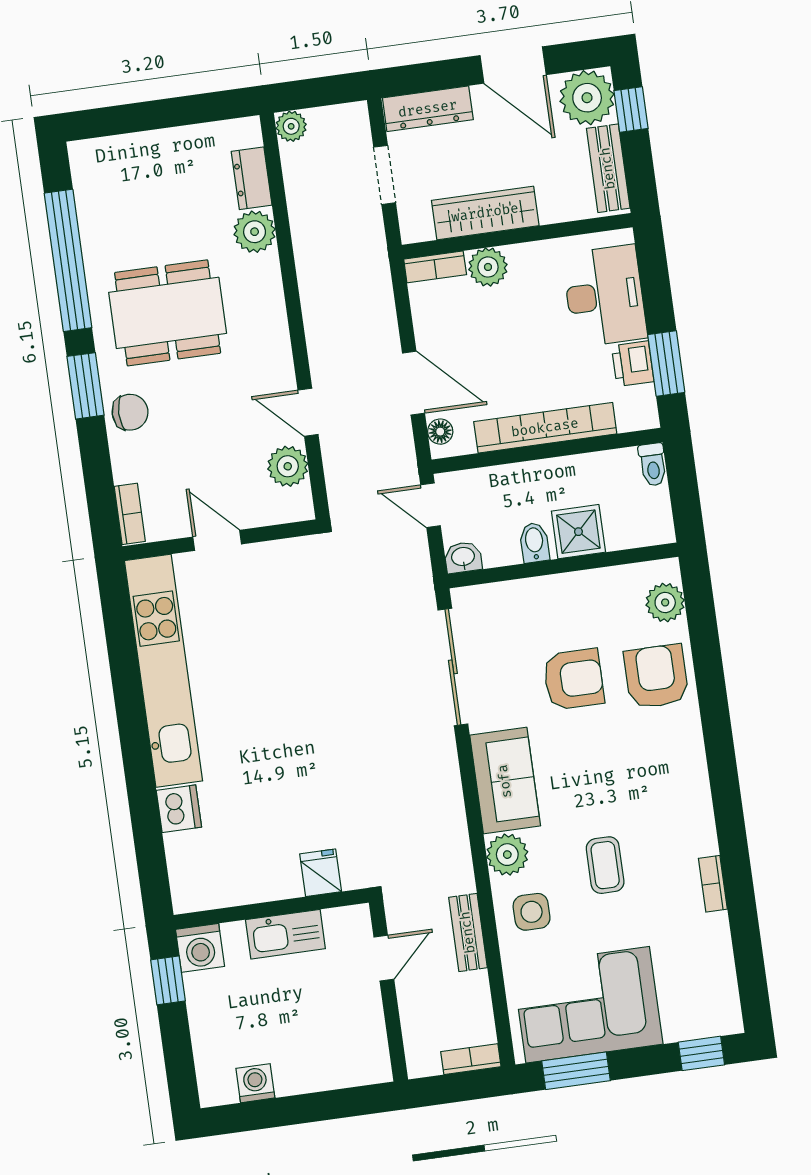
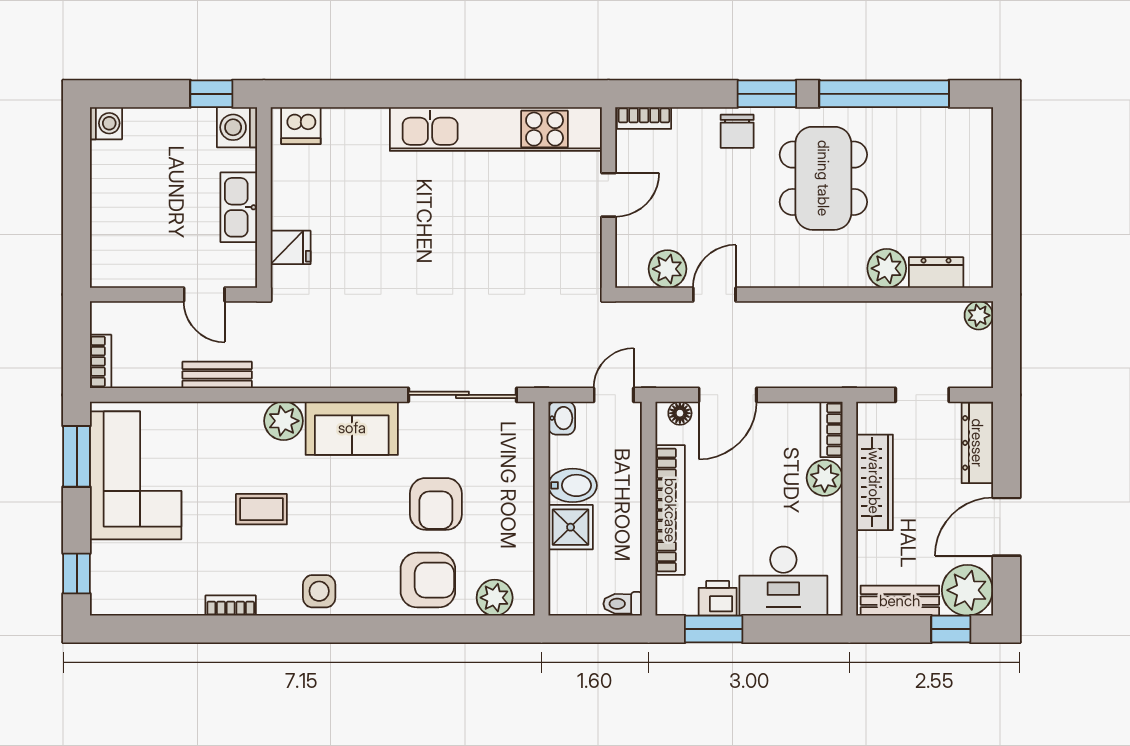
bidet: (534, 543) -> (573, 485), width x1.38, depth x1.36
dishwasher: (179, 809) -> (301, 126), moved
side table: (532, 912) -> (319, 591), moved
washing machine: (255, 1083) -> (106, 123), moved

